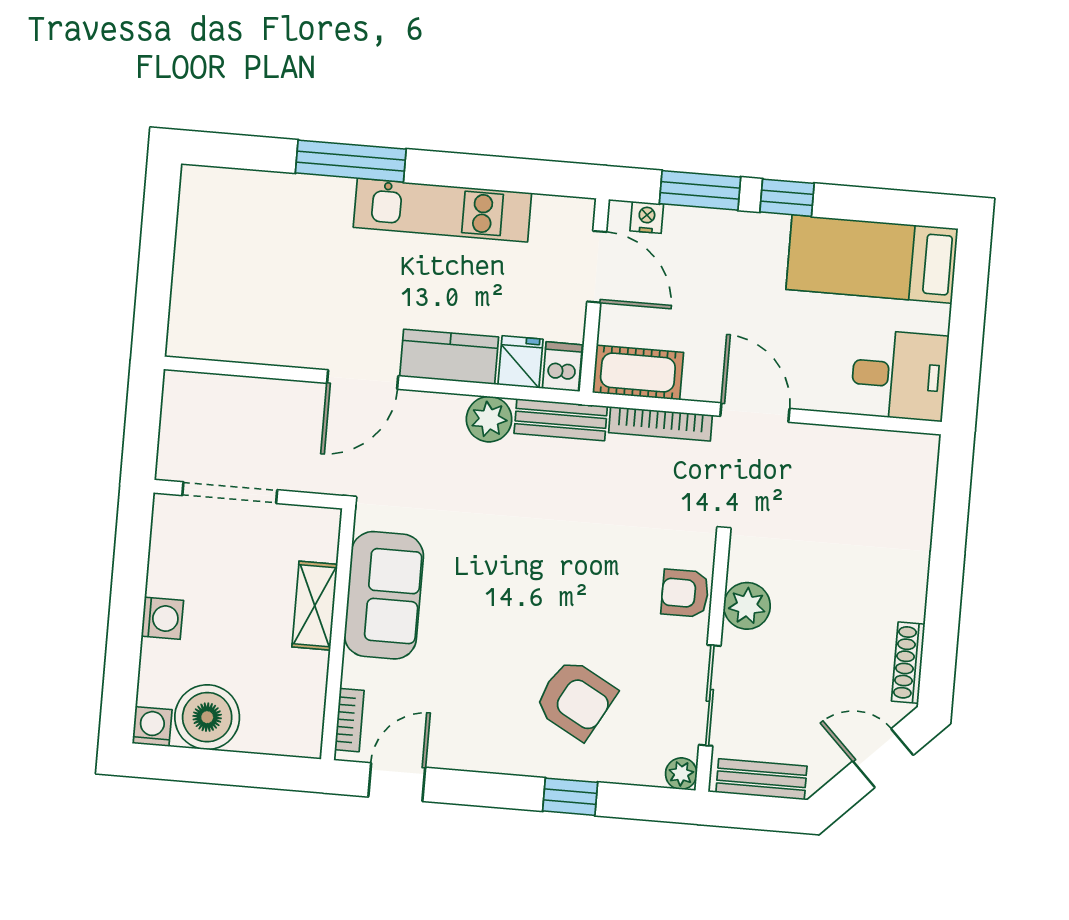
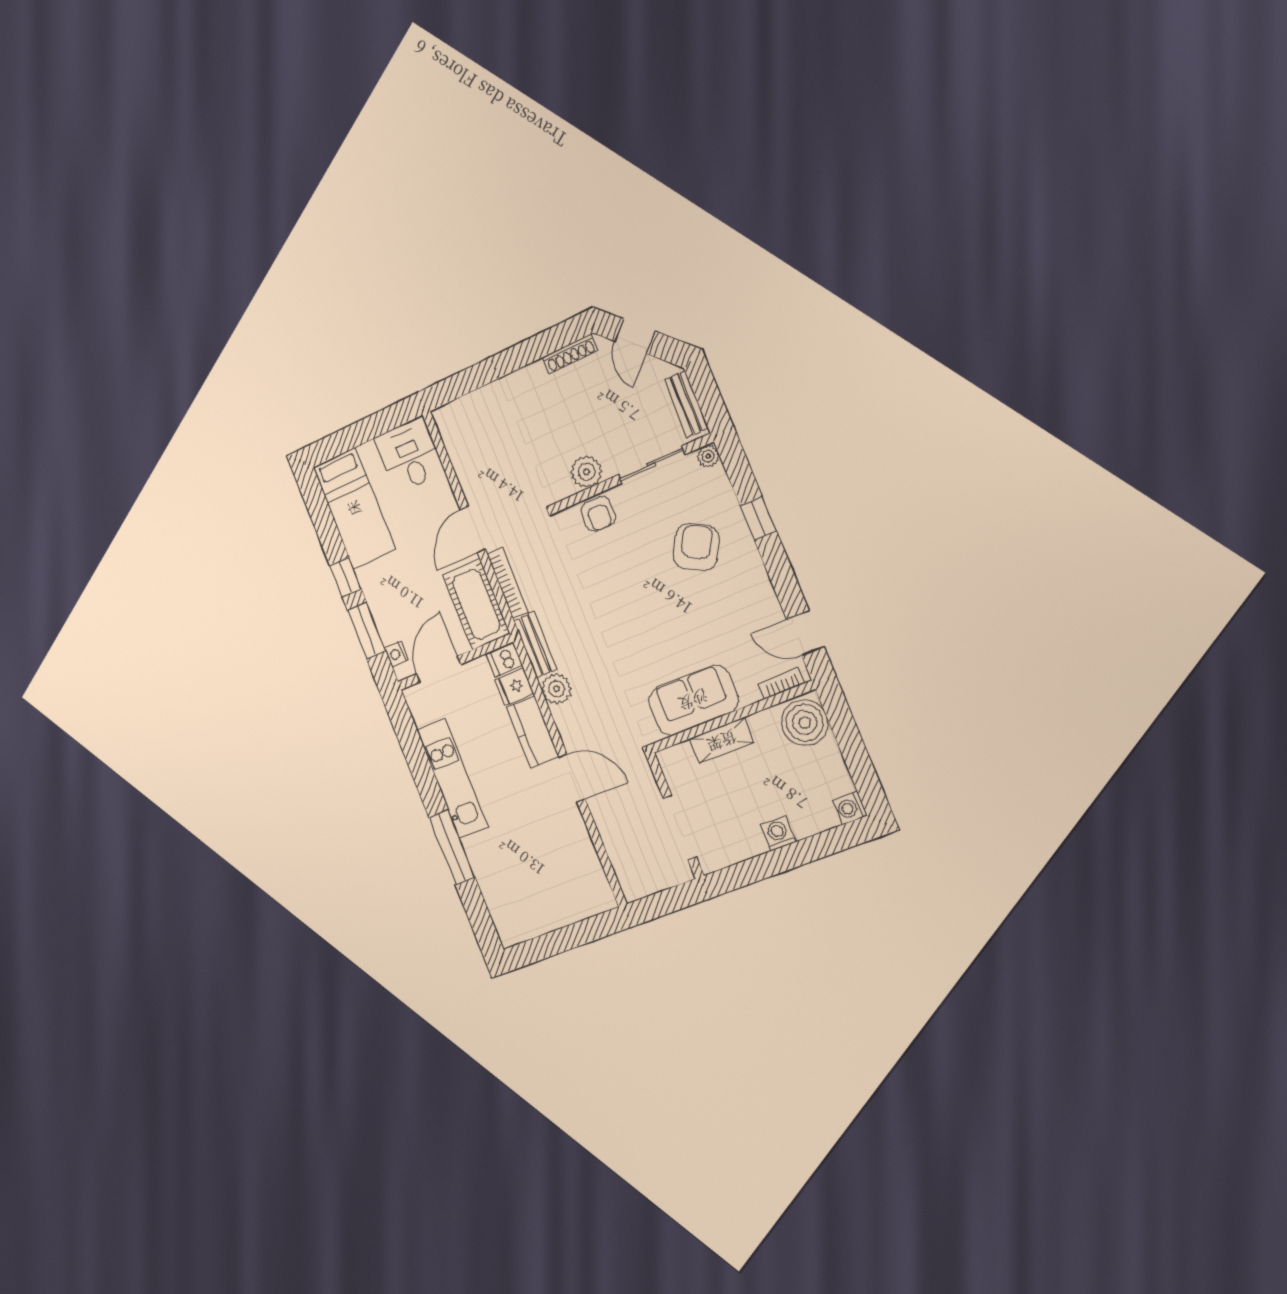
cot: (638, 373) -> (476, 604), width x1.37, depth x1.34
boiler: (207, 717) -> (805, 723), moved

